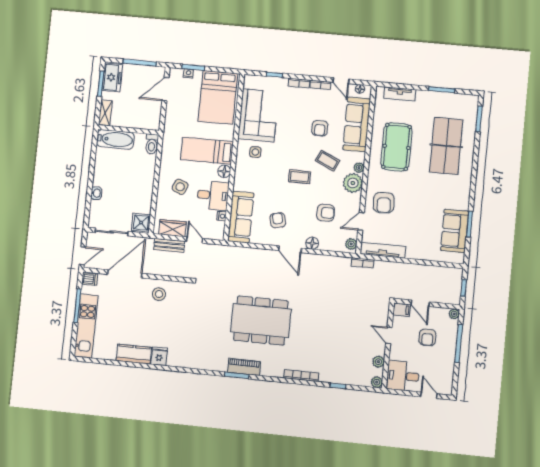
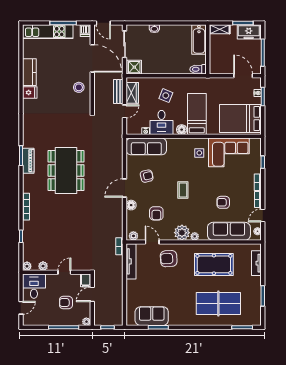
coffee table: (328, 161) -> (198, 211), removed

